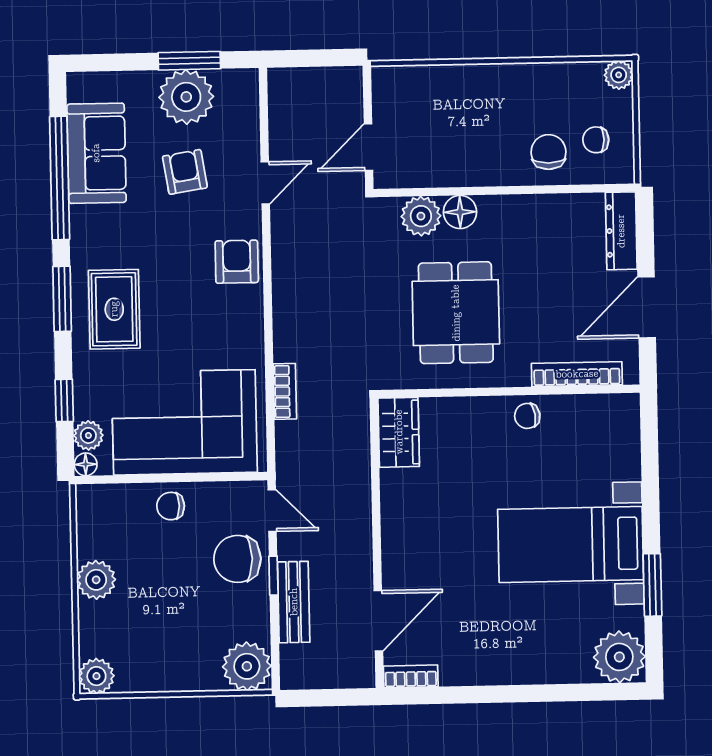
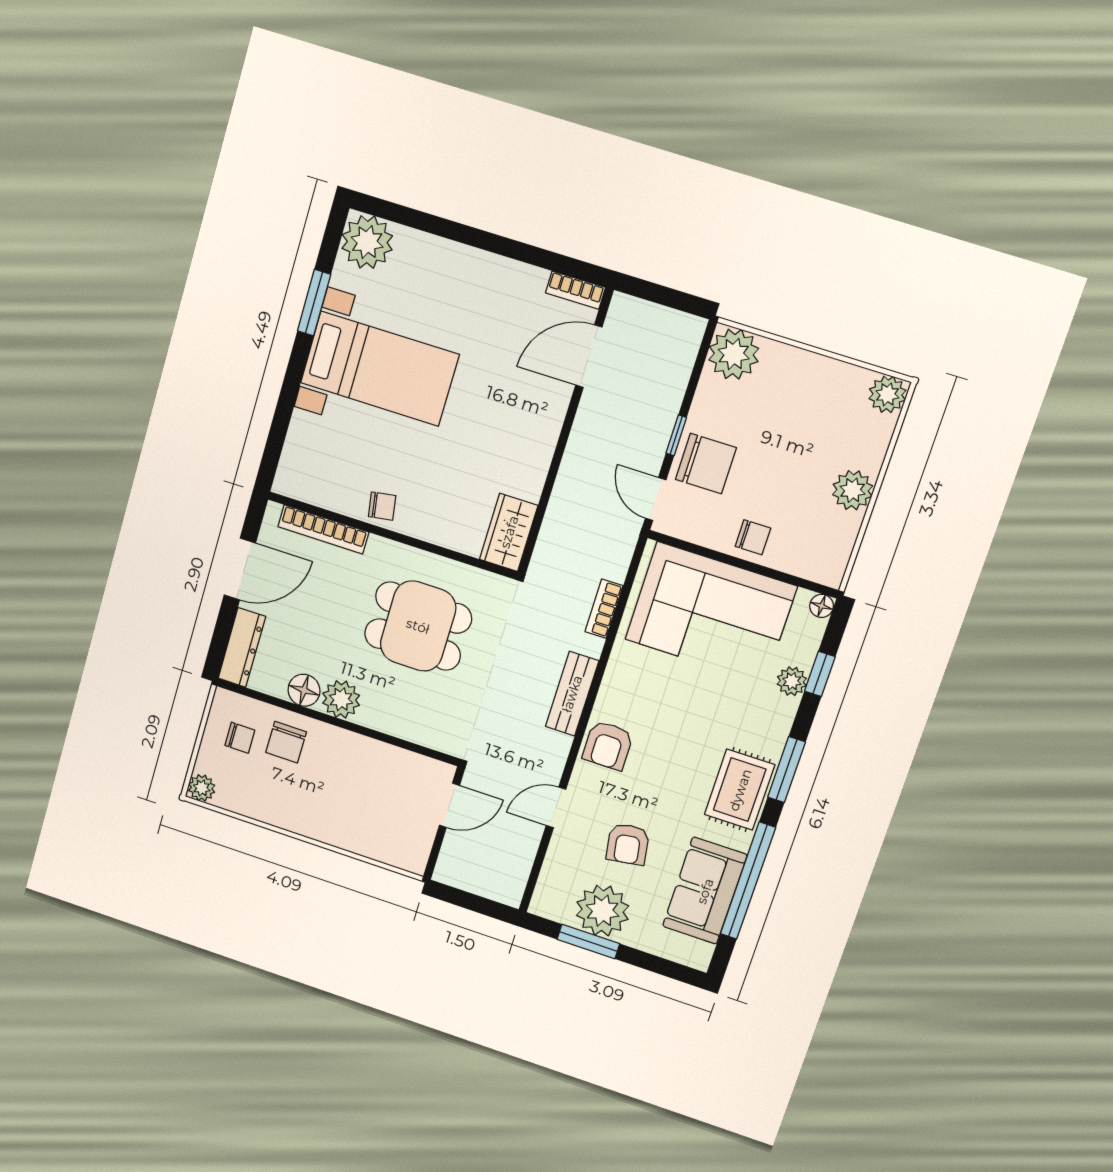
floor lamp: (460, 212) -> (304, 690), moved
plant: (421, 216) -> (341, 699), moved
rug: (114, 309) -> (740, 790), moved
dining table: (456, 313) -> (418, 626), turned 90
plant: (88, 435) -> (792, 681), moved
bench: (294, 602) -> (572, 694), moved

